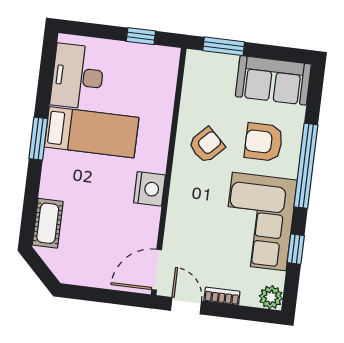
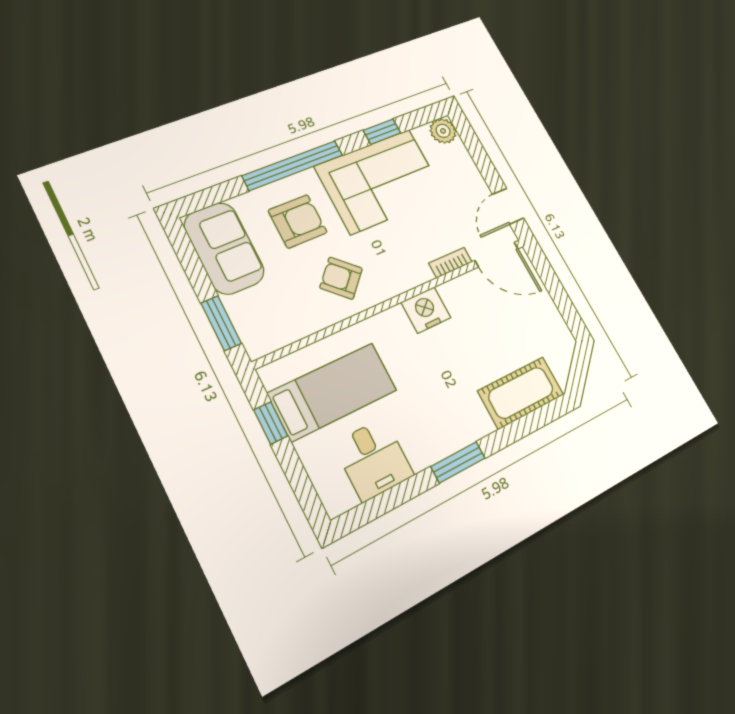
desk: (78, 77) -> (374, 459), width x0.73
bed: (92, 132) -> (333, 392), moved, turned 90
armchair: (264, 142) -> (298, 221), turned -90
cot: (48, 223) -> (521, 393), width x1.37, depth x1.34
bookcase: (222, 296) -> (450, 263), moved, turned 90

